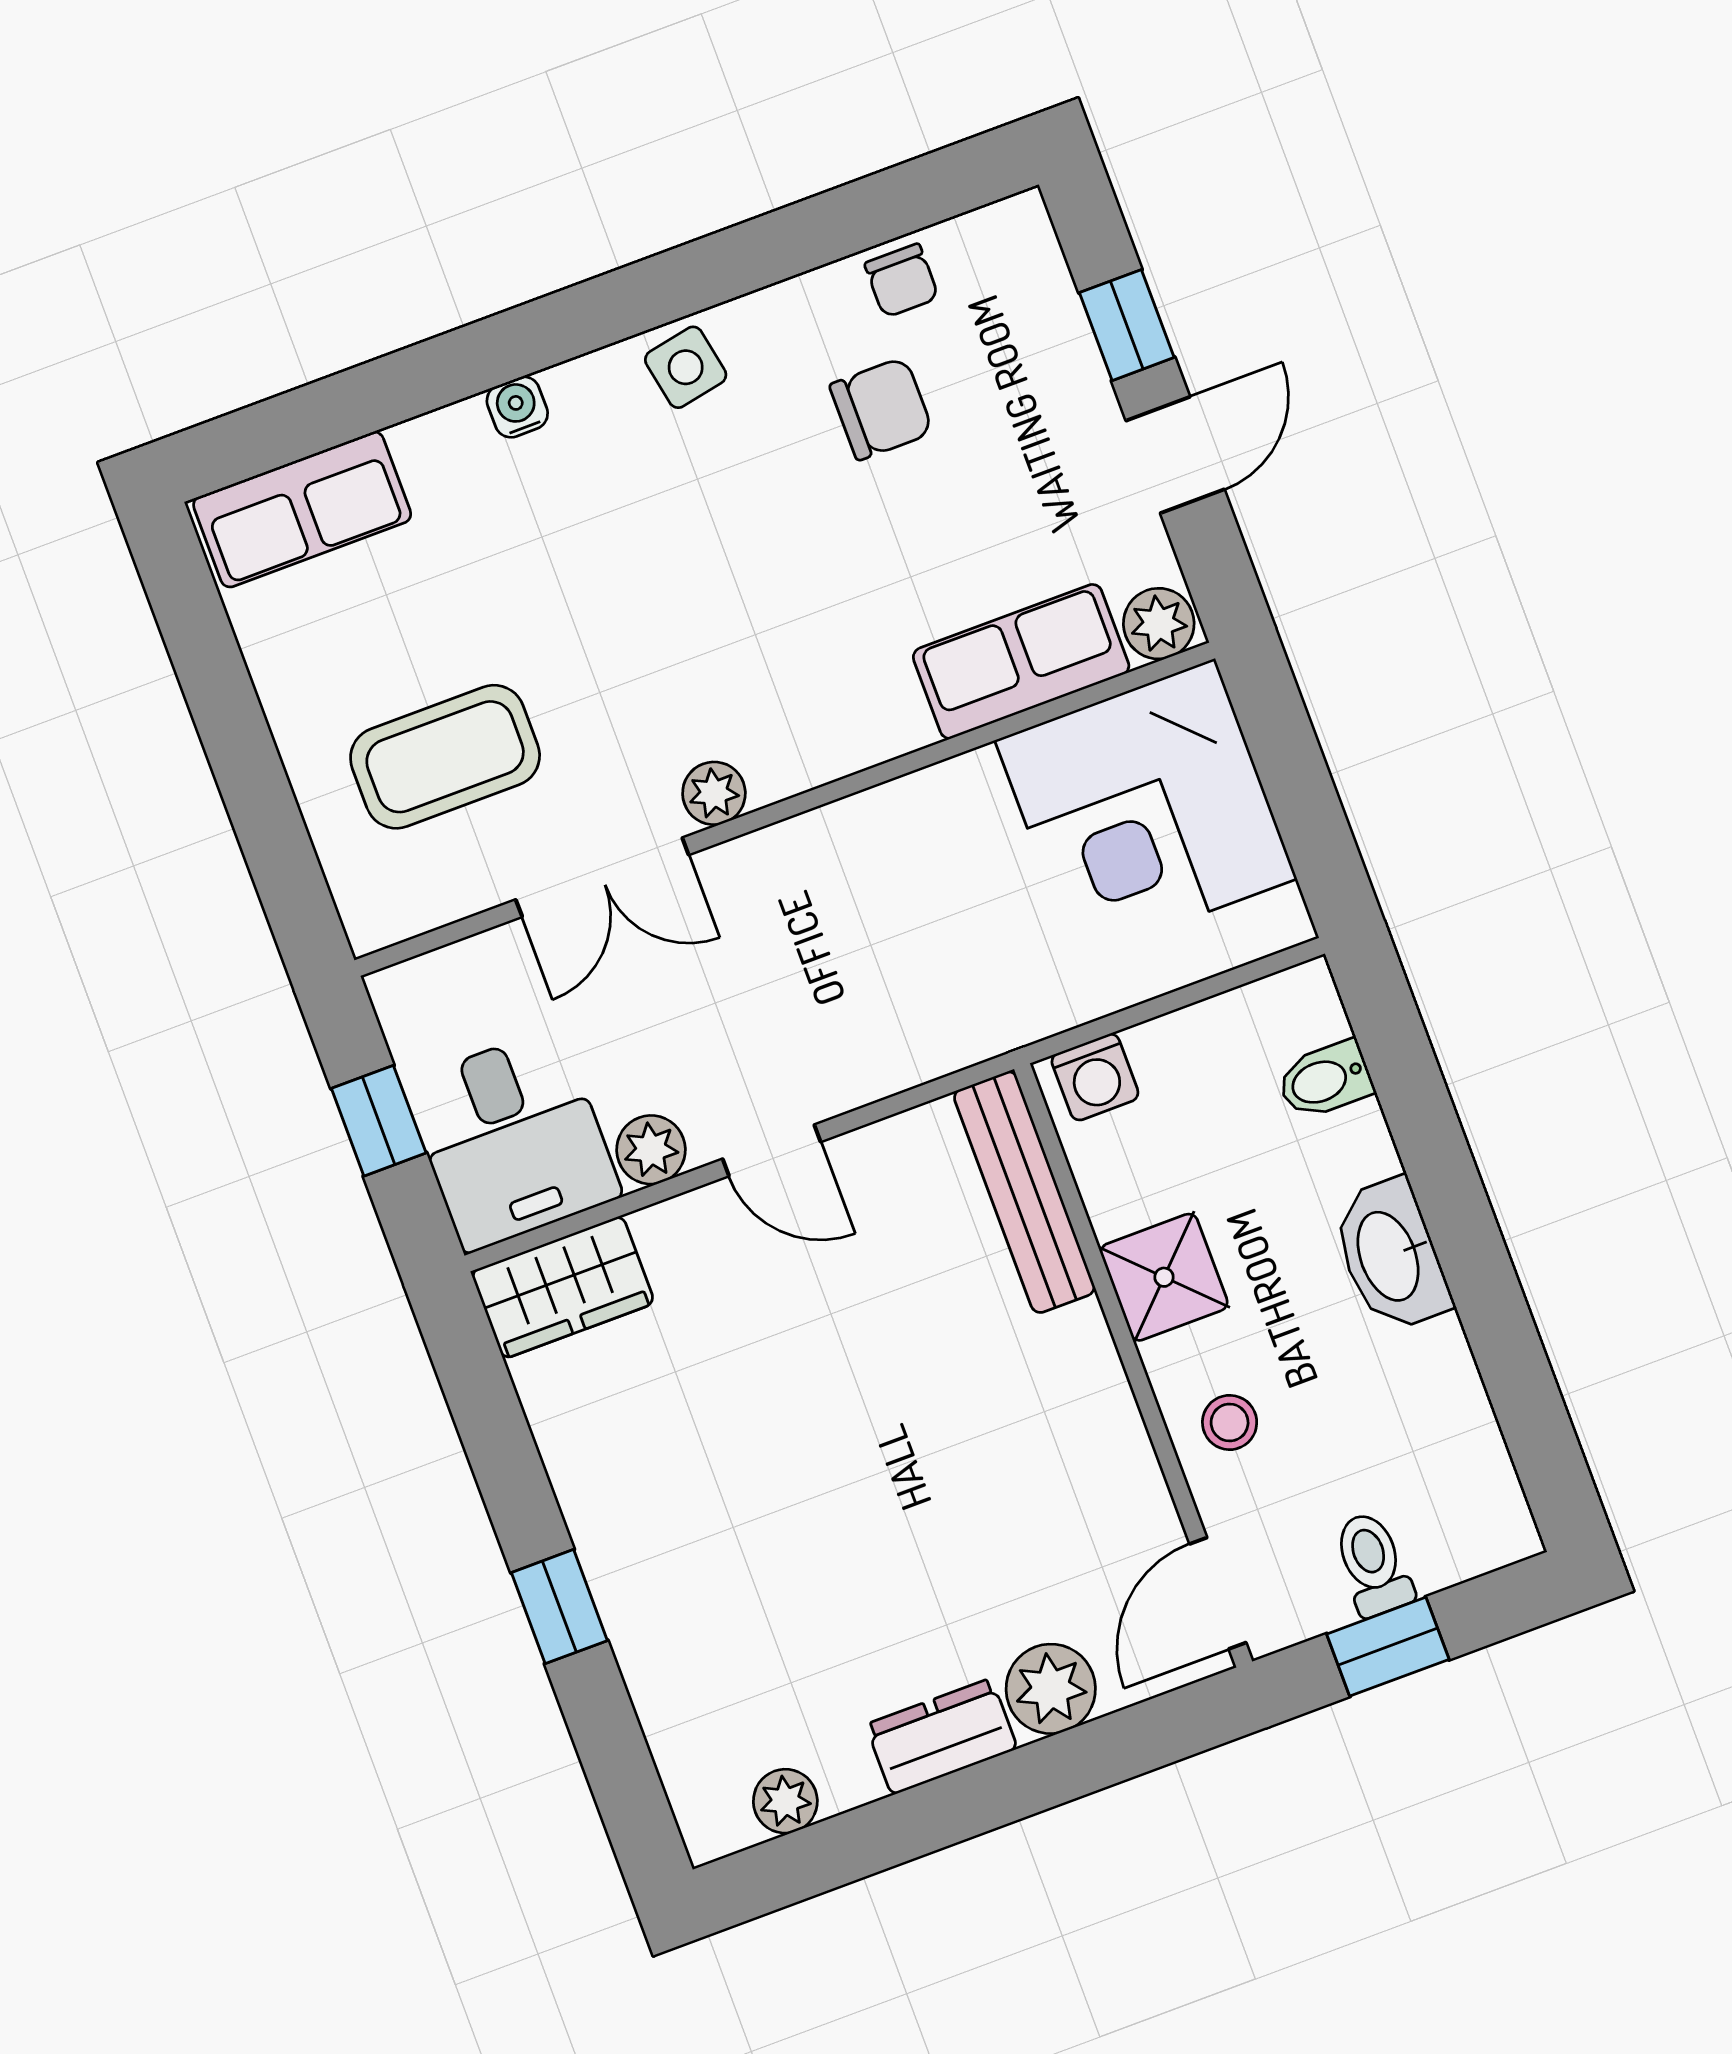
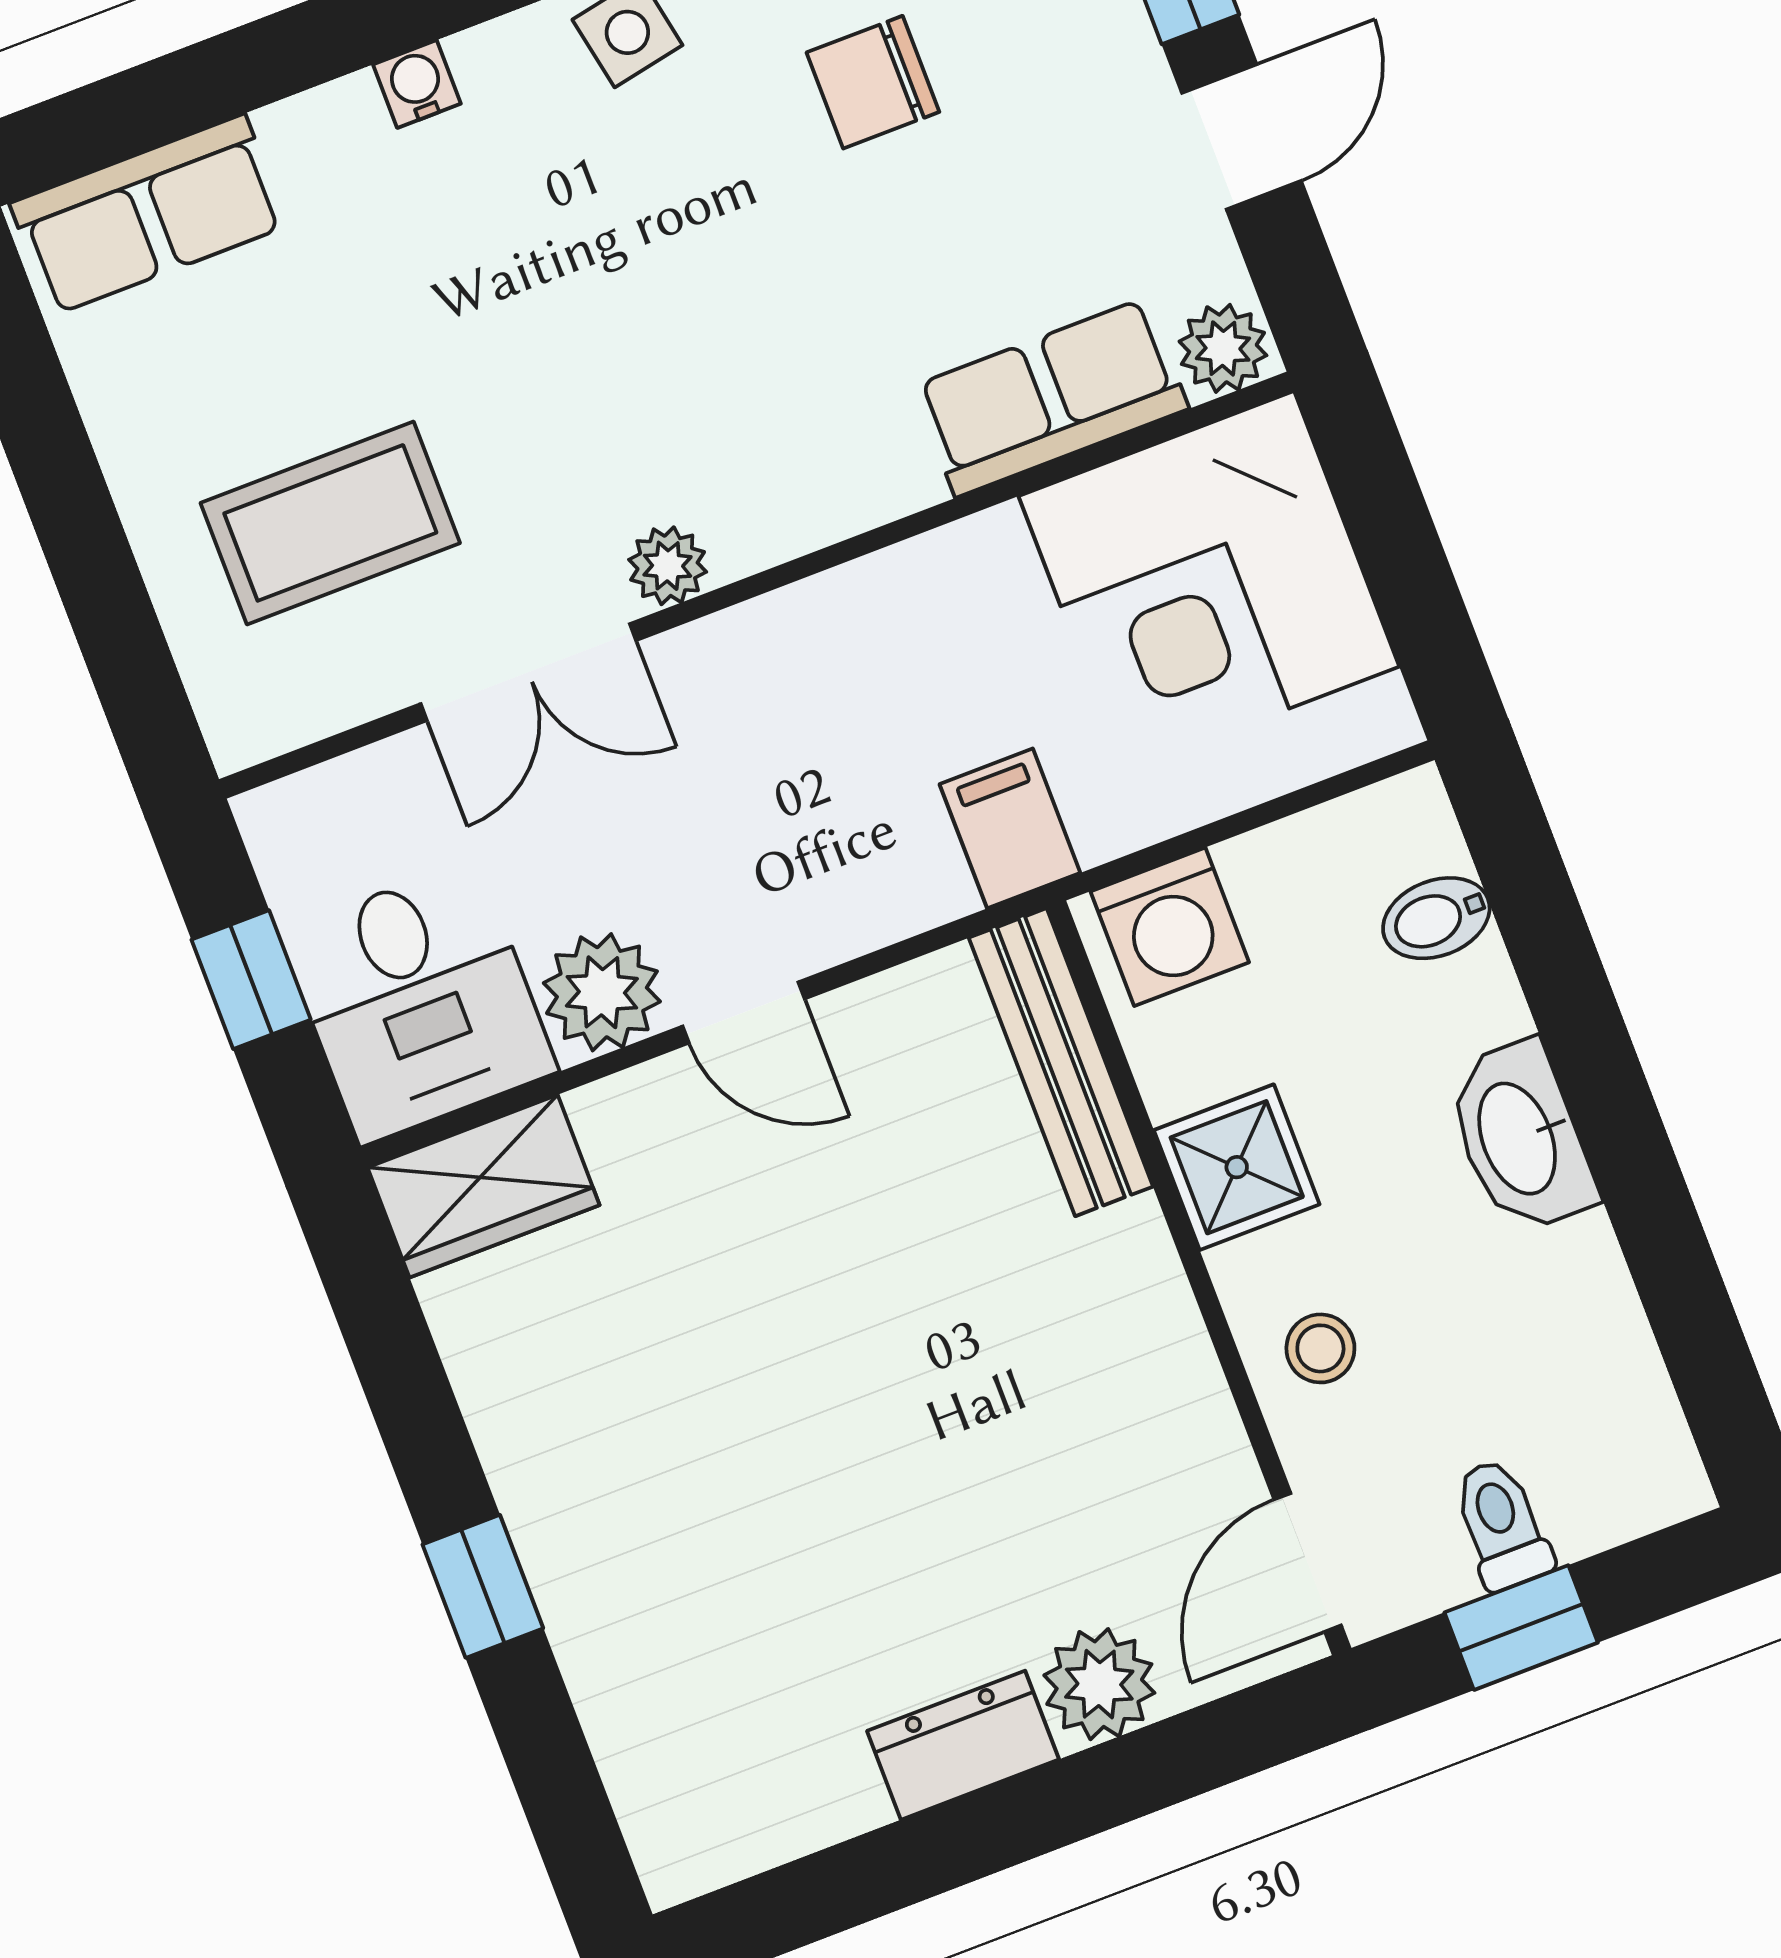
chair: (881, 409) -> (873, 82), turned 180
filing cabinet: (985, 1005) -> (1010, 828), added
washing machine: (1095, 1077) -> (1170, 927), width x1.38, depth x1.38
plant: (651, 1150) -> (602, 992), width x1.38, depth x1.38
plant: (785, 1801) -> (768, 1828), removed

